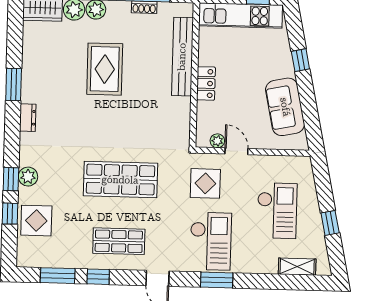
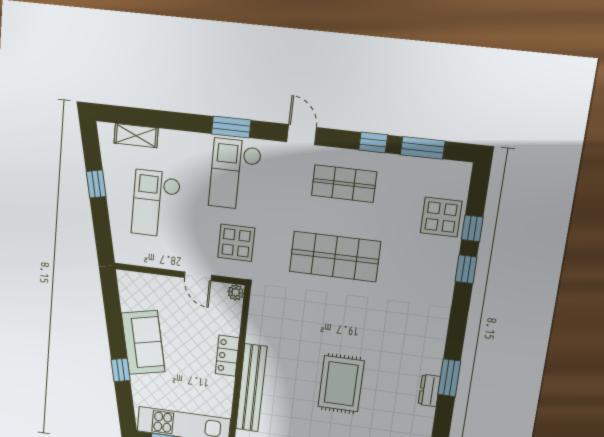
sofa: (285, 107) -> (143, 342), moved
dresser: (28, 118) -> (429, 391), moved
plant: (217, 141) -> (236, 292), moved
plant: (28, 177) -> (445, 270), removed

